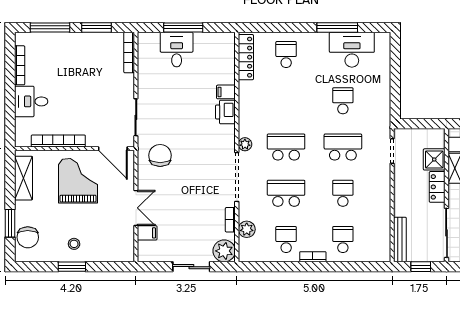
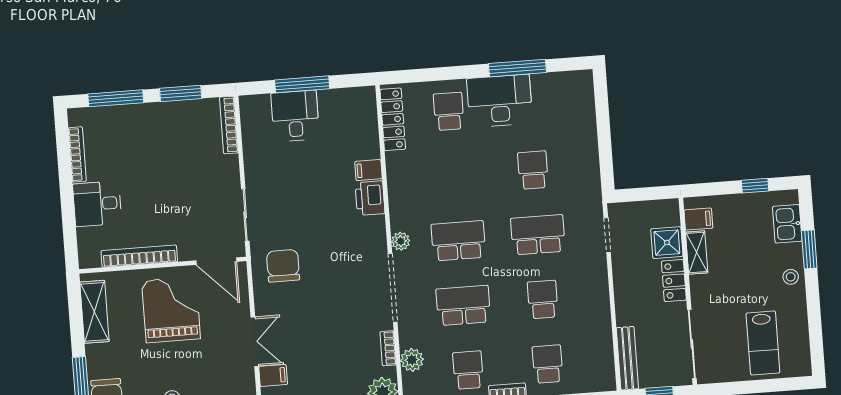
desk: (352, 50) -> (500, 101), moved

